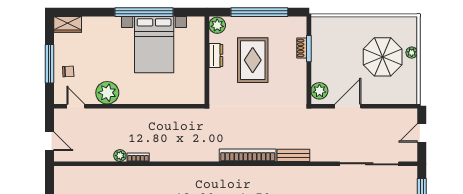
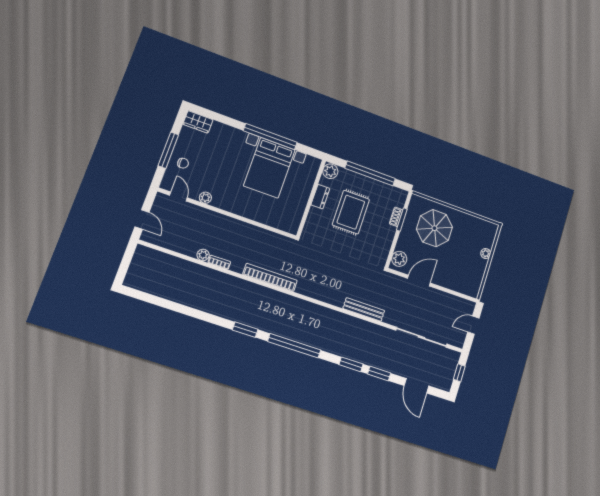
parasol: (383, 57) -> (434, 228), moved
plant: (107, 93) -> (205, 198), width x0.53, depth x0.53
bookcase: (248, 155) -> (270, 277), moved
bench: (293, 155) -> (364, 309), width x1.36

